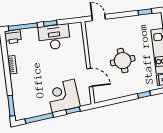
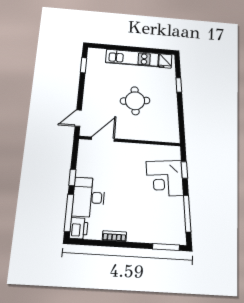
desk: (54, 37) -> (89, 197), moved
door: (90, 78) -> (103, 139), moved

